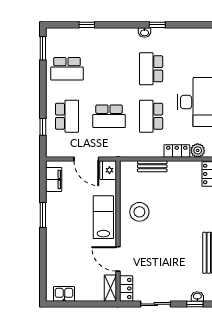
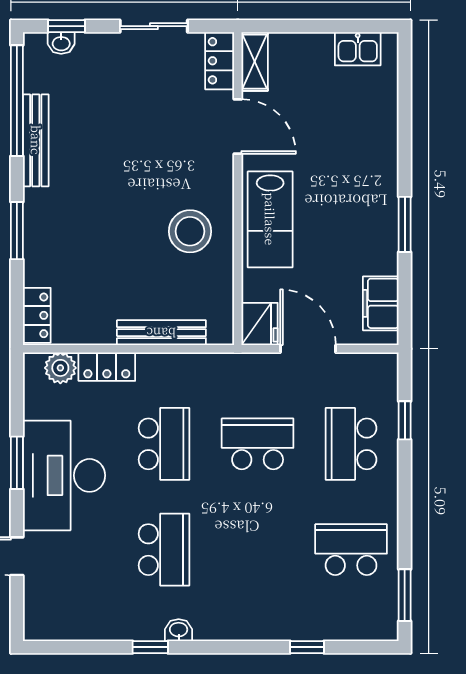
bench: (152, 166) -> (161, 333), width x1.36

